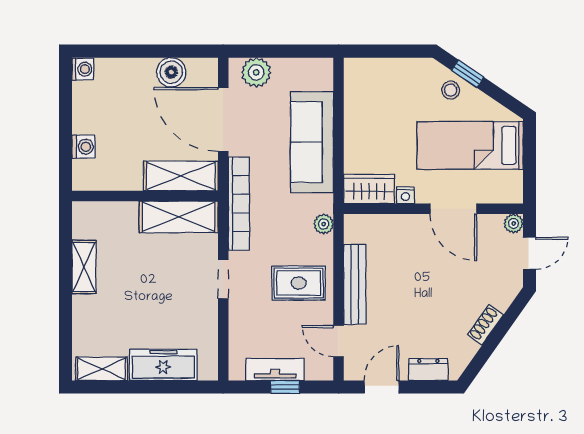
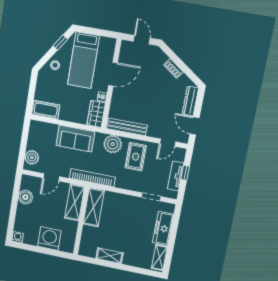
window: (468, 74) -> (60, 43), moved
cot: (359, 86) -> (46, 110), added
door: (223, 119) -> (51, 177), width x0.53
sofa: (312, 142) -> (75, 139), width x0.73
washing machine: (84, 147) -> (49, 239), width x1.89, depth x1.89
plant: (324, 224) -> (113, 144), width x1.88, depth x1.88
plant: (514, 224) -> (126, 45), removed
doorway: (223, 279) -> (151, 197), moved
bench: (355, 284) -> (127, 127), moved
dresser: (428, 370) -> (190, 101), width x1.44

